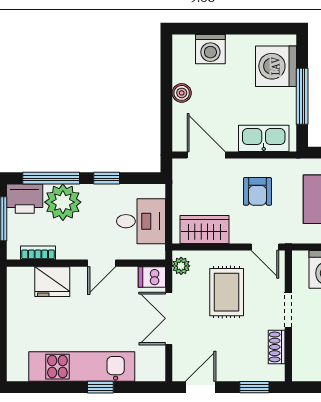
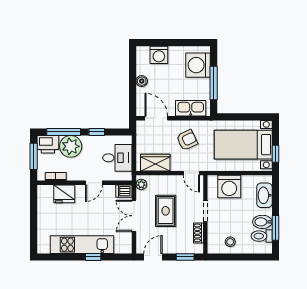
armchair: (258, 191) -> (187, 140), turned -116
rug: (227, 292) -> (166, 211), moved

